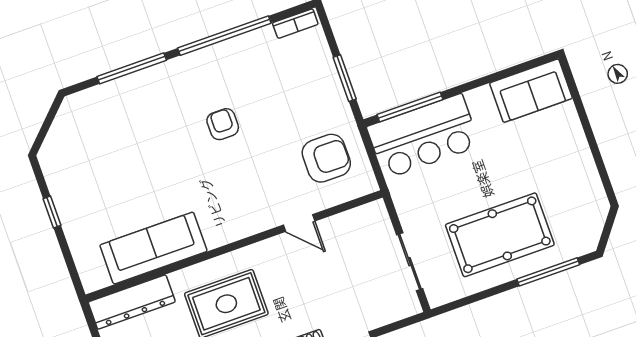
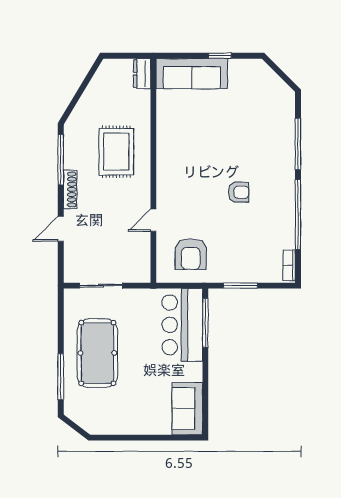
sofa: (153, 248) -> (192, 74), moved, turned 90
dresser: (132, 302) -> (142, 74), width x0.51, depth x0.80

